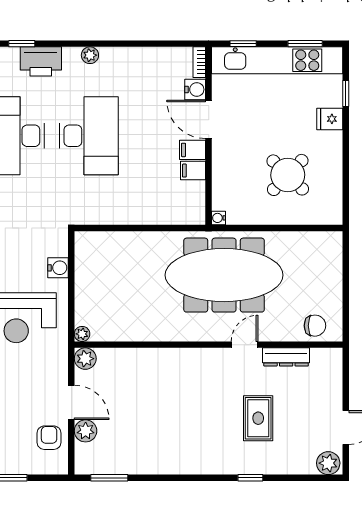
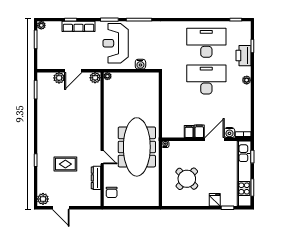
desk: (89, 136) -> (206, 79), turned 180
armchair: (49, 438) -> (56, 60), removed

